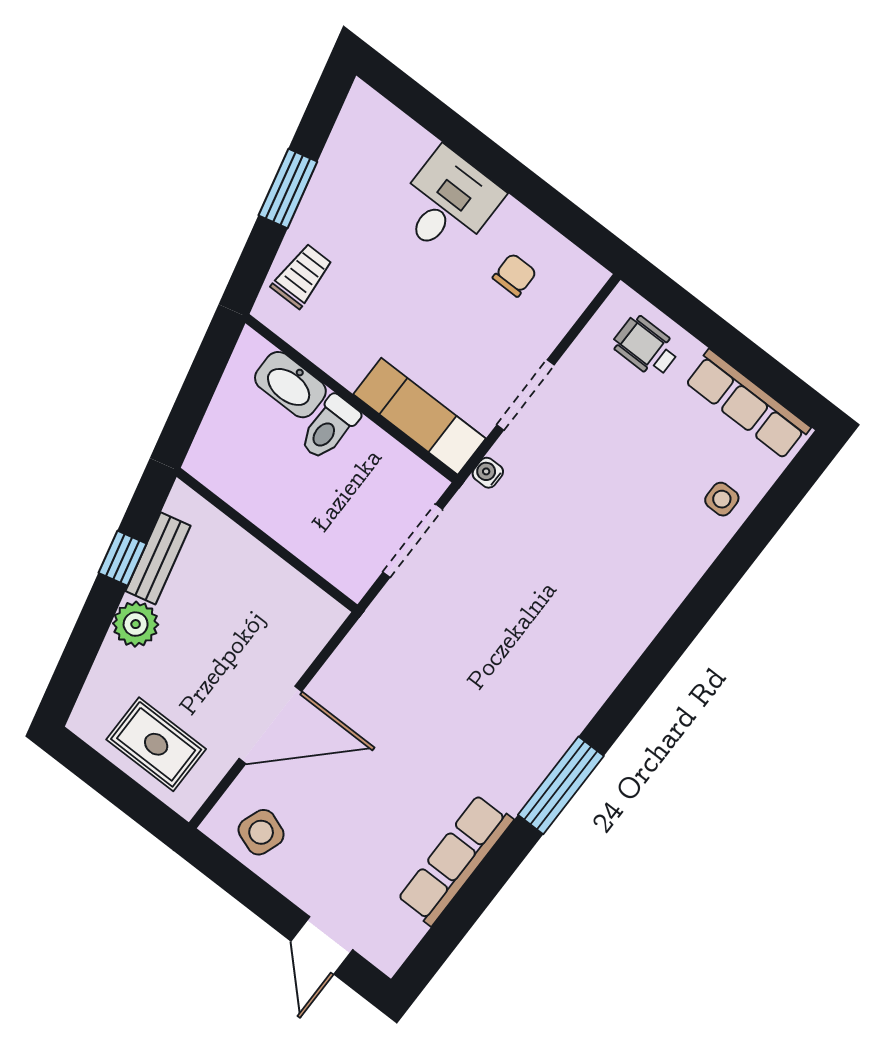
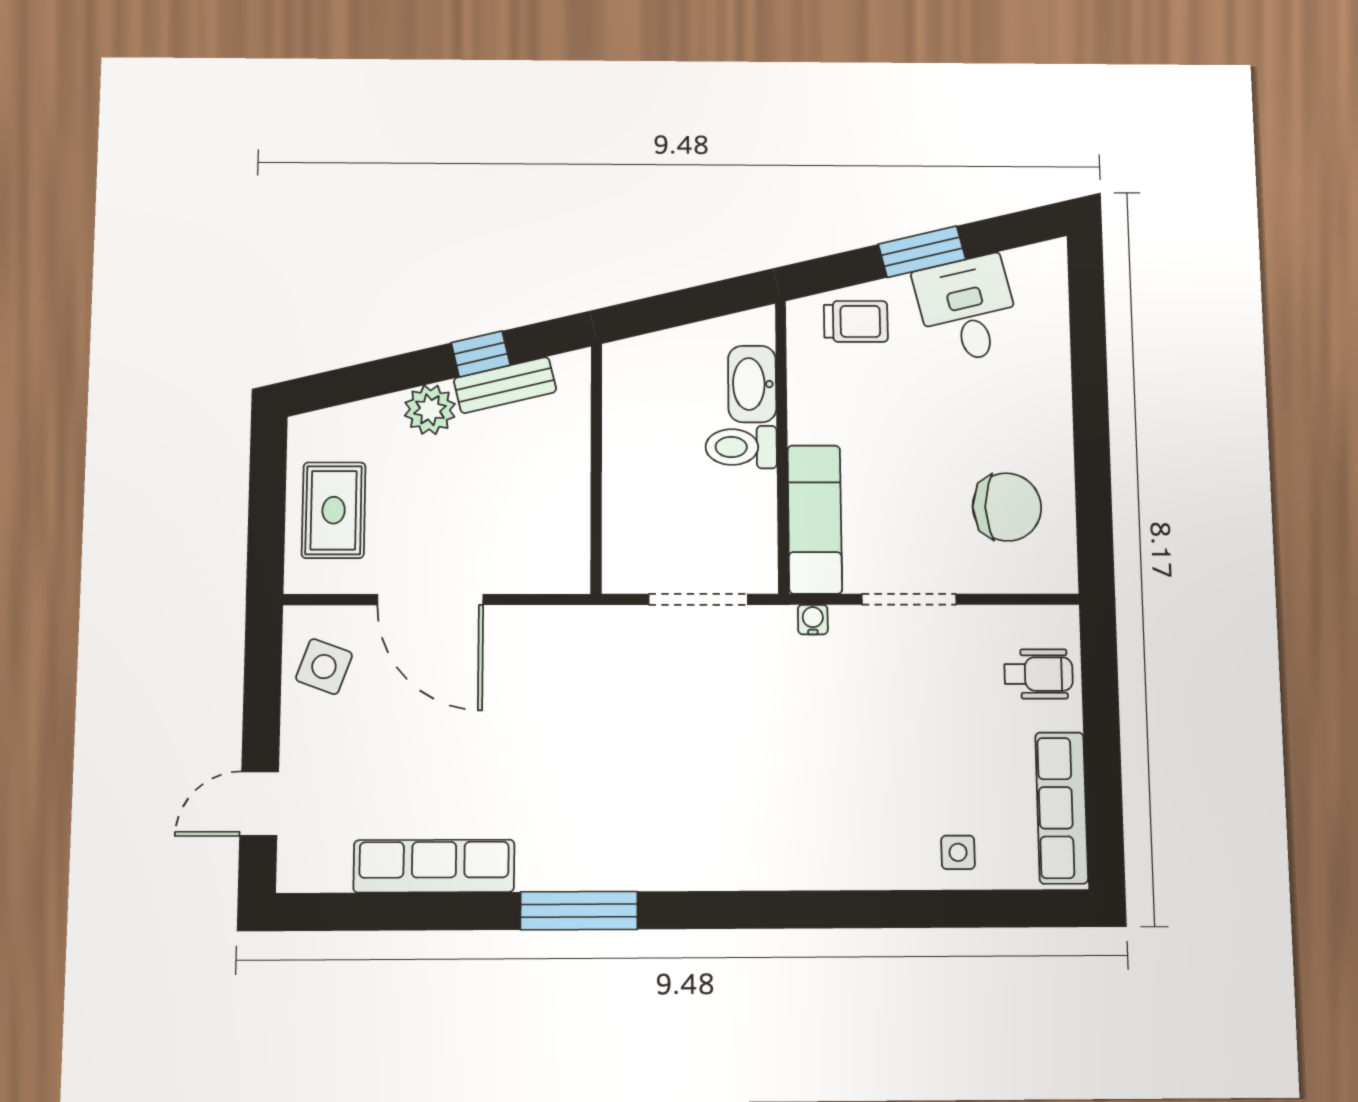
desk: (448, 203) -> (968, 309), moved, turned -104
chair: (515, 275) -> (1007, 507), width x1.87, depth x1.87
wheelchair: (646, 347) -> (1039, 674), turned 90

